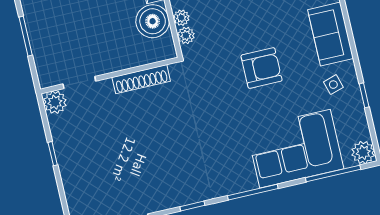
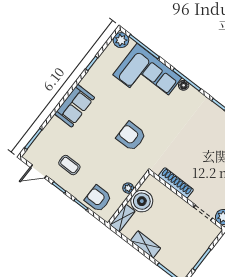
plant: (186, 35) -> (135, 178), removed
armchair: (262, 68) -> (131, 136), moved
side table: (333, 85) -> (99, 83), removed
floor lamp: (249, 183) -> (184, 85), added

